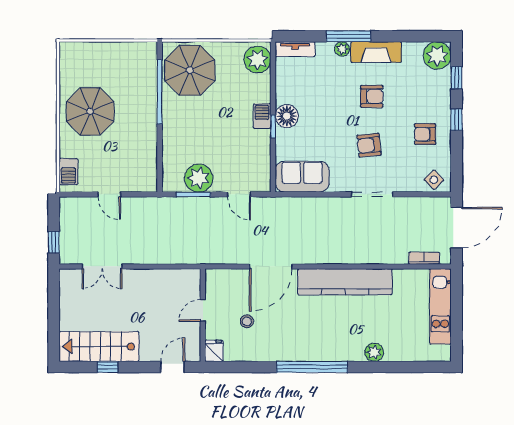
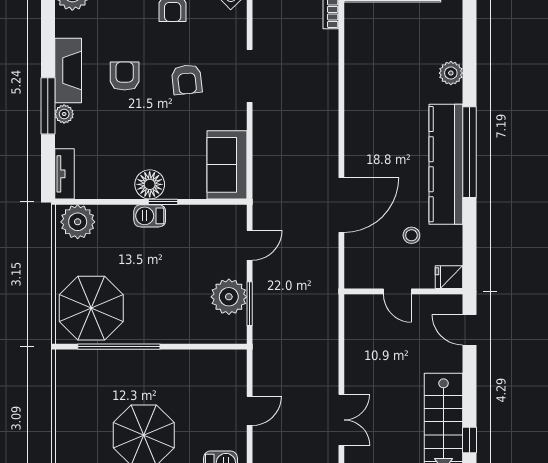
door: (271, 266) -> (341, 205), hinge flipped
kitchen counter: (345, 282) -> (446, 164), moved, turned 180
window: (108, 367) -> (470, 440), moved

